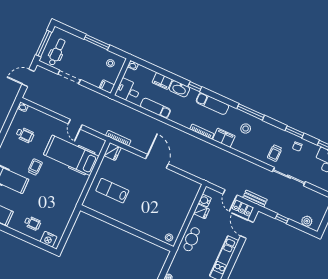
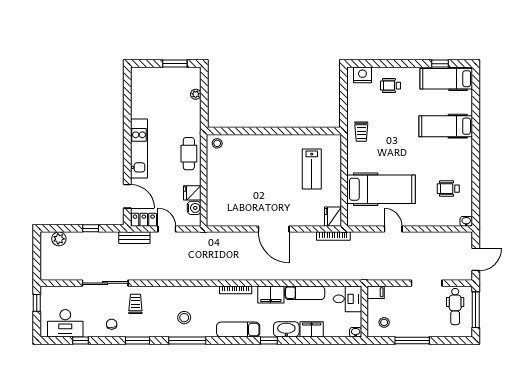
window: (294, 132) -> (138, 340), moved
filing cabinet: (224, 138) -> (271, 294), moved
trolley: (35, 167) -> (361, 132), moved
lab bench: (112, 191) -> (312, 169), turned 90

